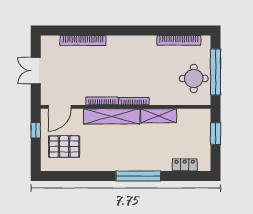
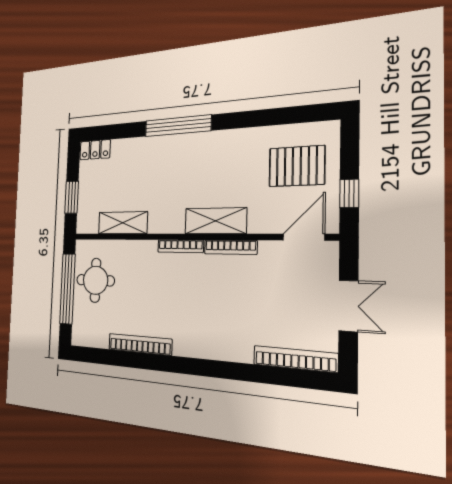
bookcase: (83, 40) -> (295, 359), moved
bookcase: (179, 40) -> (140, 344), moved
shelving: (112, 116) -> (215, 221), width x0.68
shelving: (159, 116) -> (123, 223), moved
locker: (185, 165) -> (95, 150), moved

